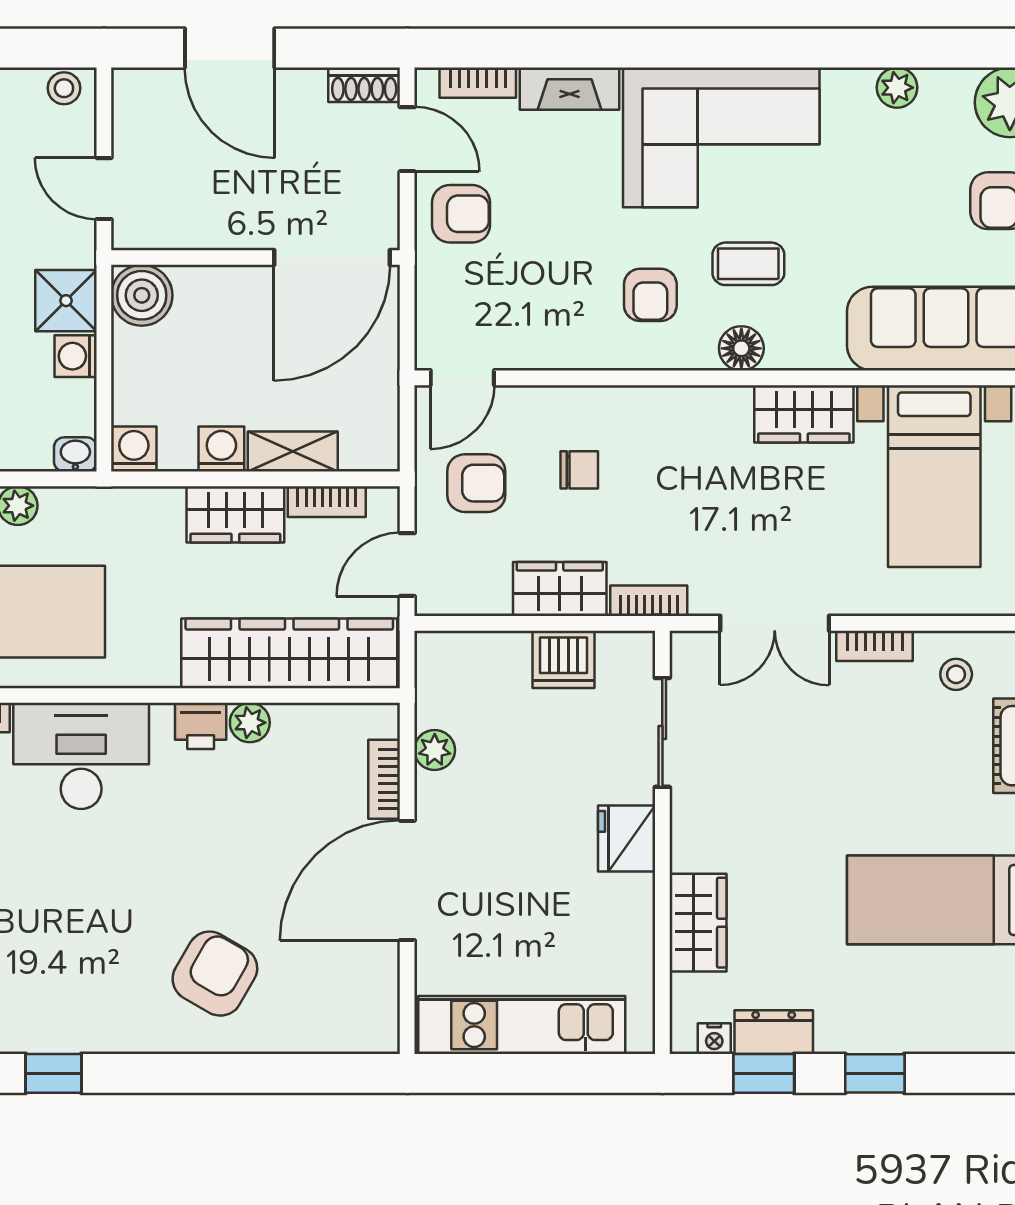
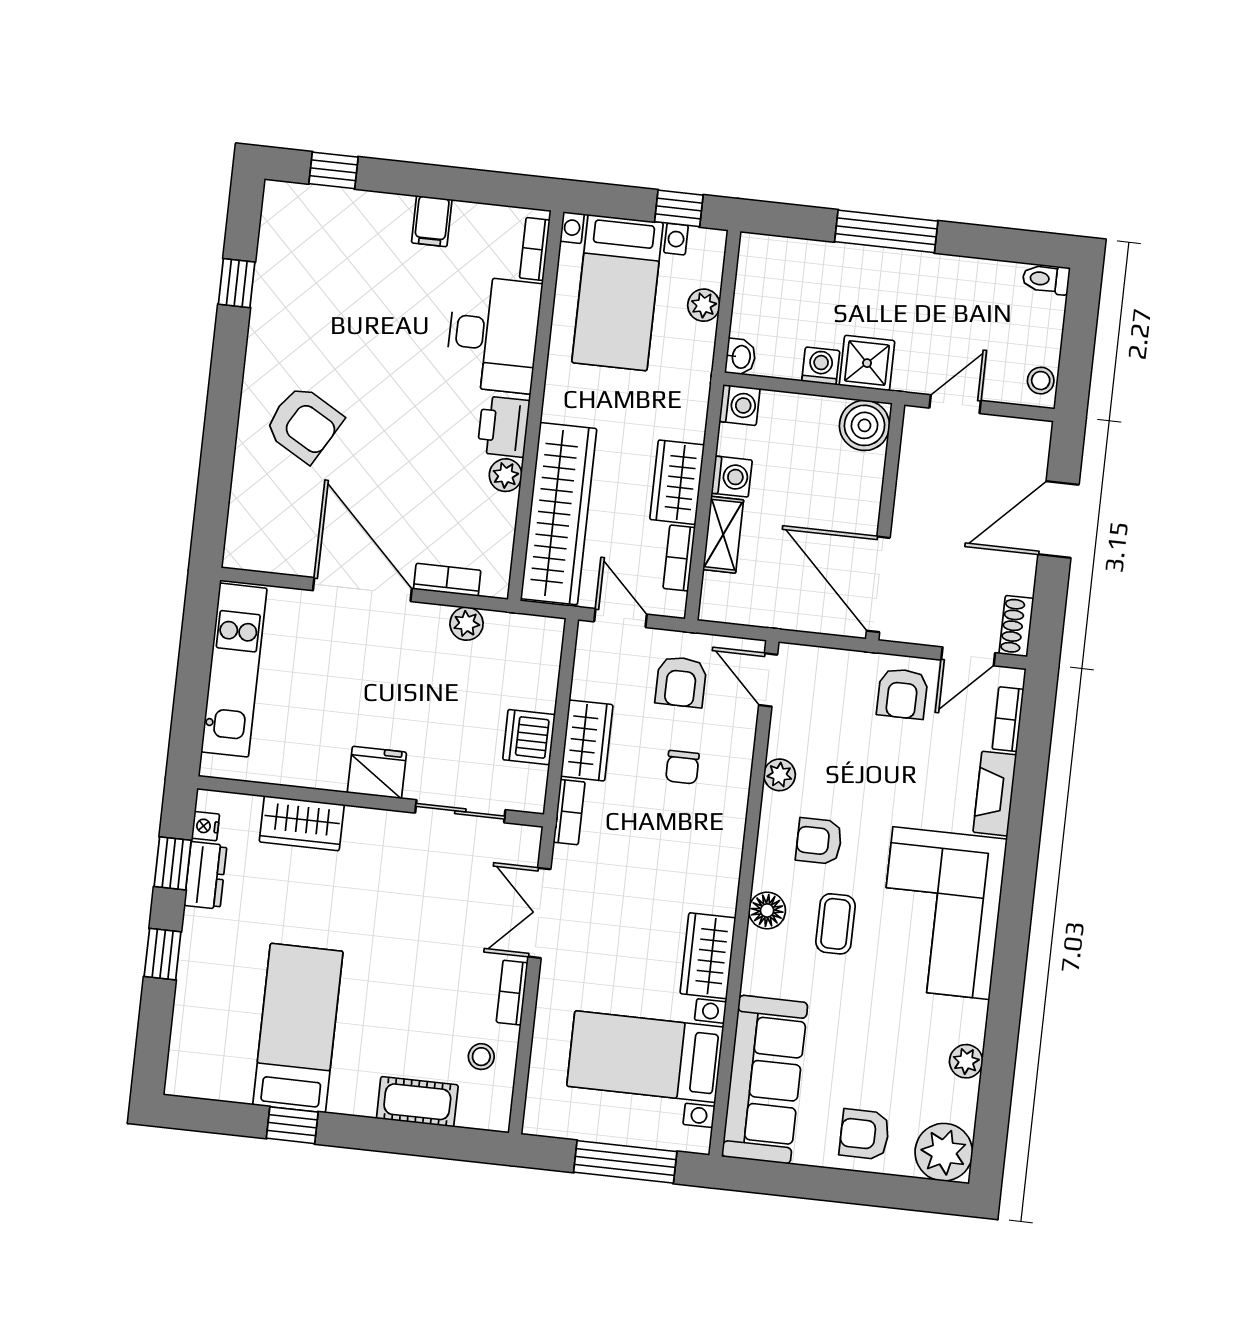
plant: (576, 351) -> (779, 775), added
printer: (201, 726) -> (504, 427), width x1.36, depth x1.24

